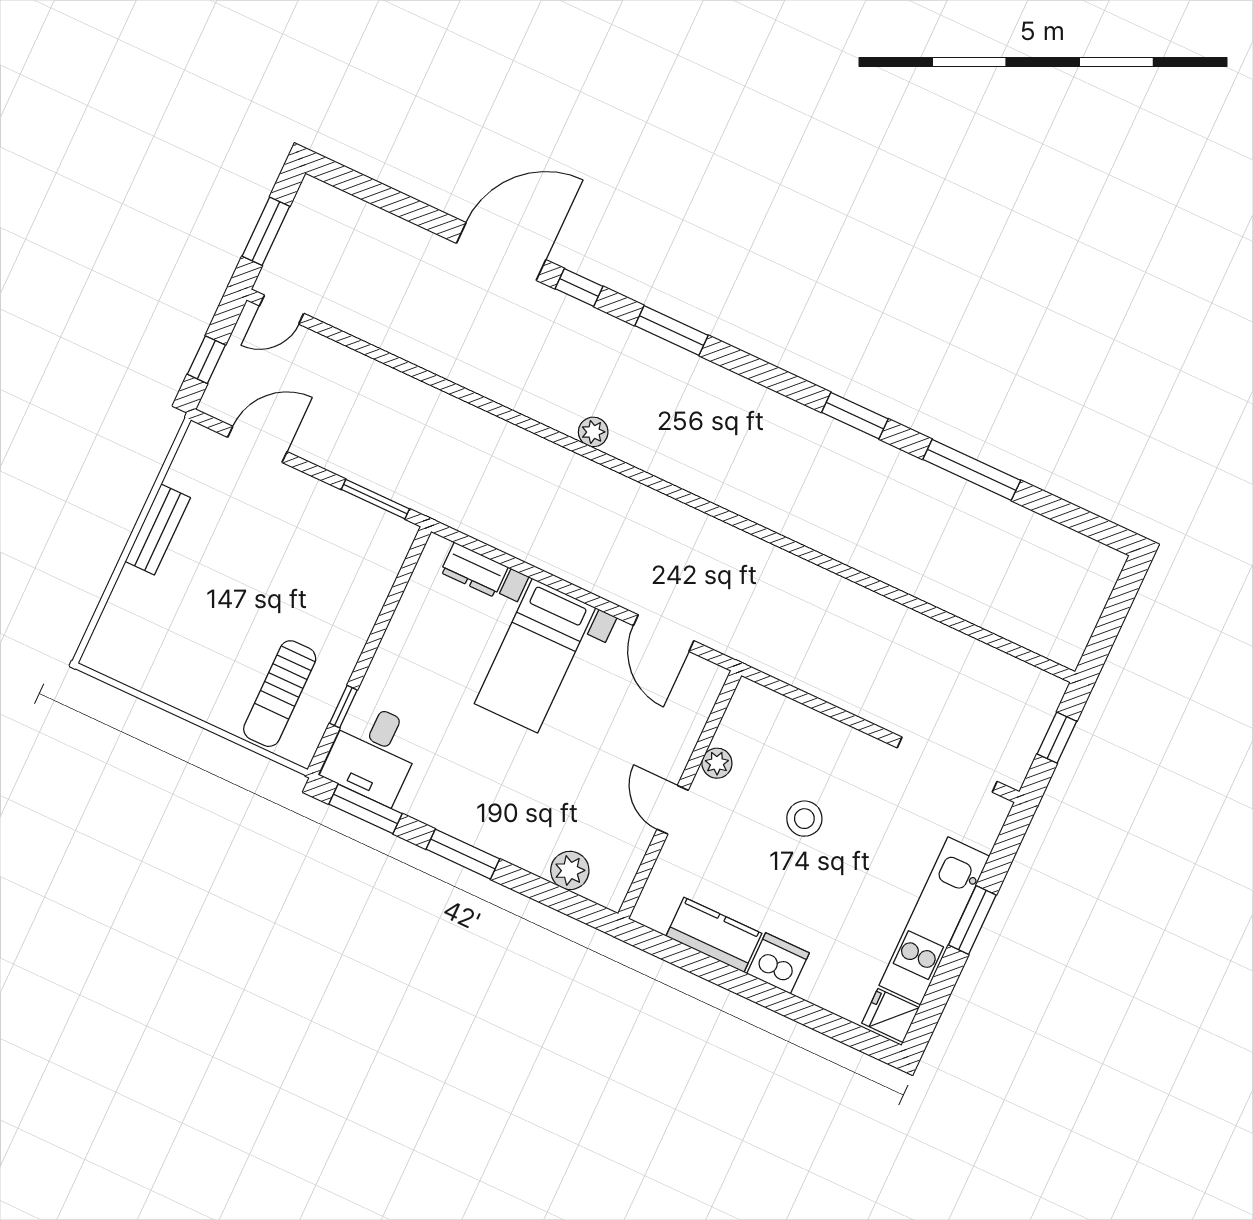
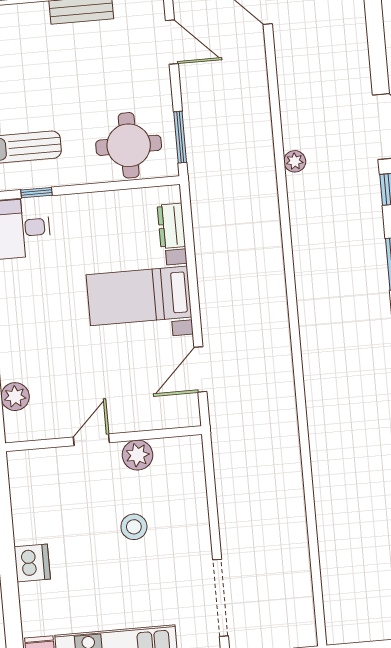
plant: (593, 432) -> (295, 161), moved
round table: (350, 566) -> (129, 145), added
plant: (717, 763) -> (137, 455), width x1.38, depth x1.38
kitchen counter: (714, 935) -> (27, 512), removed

